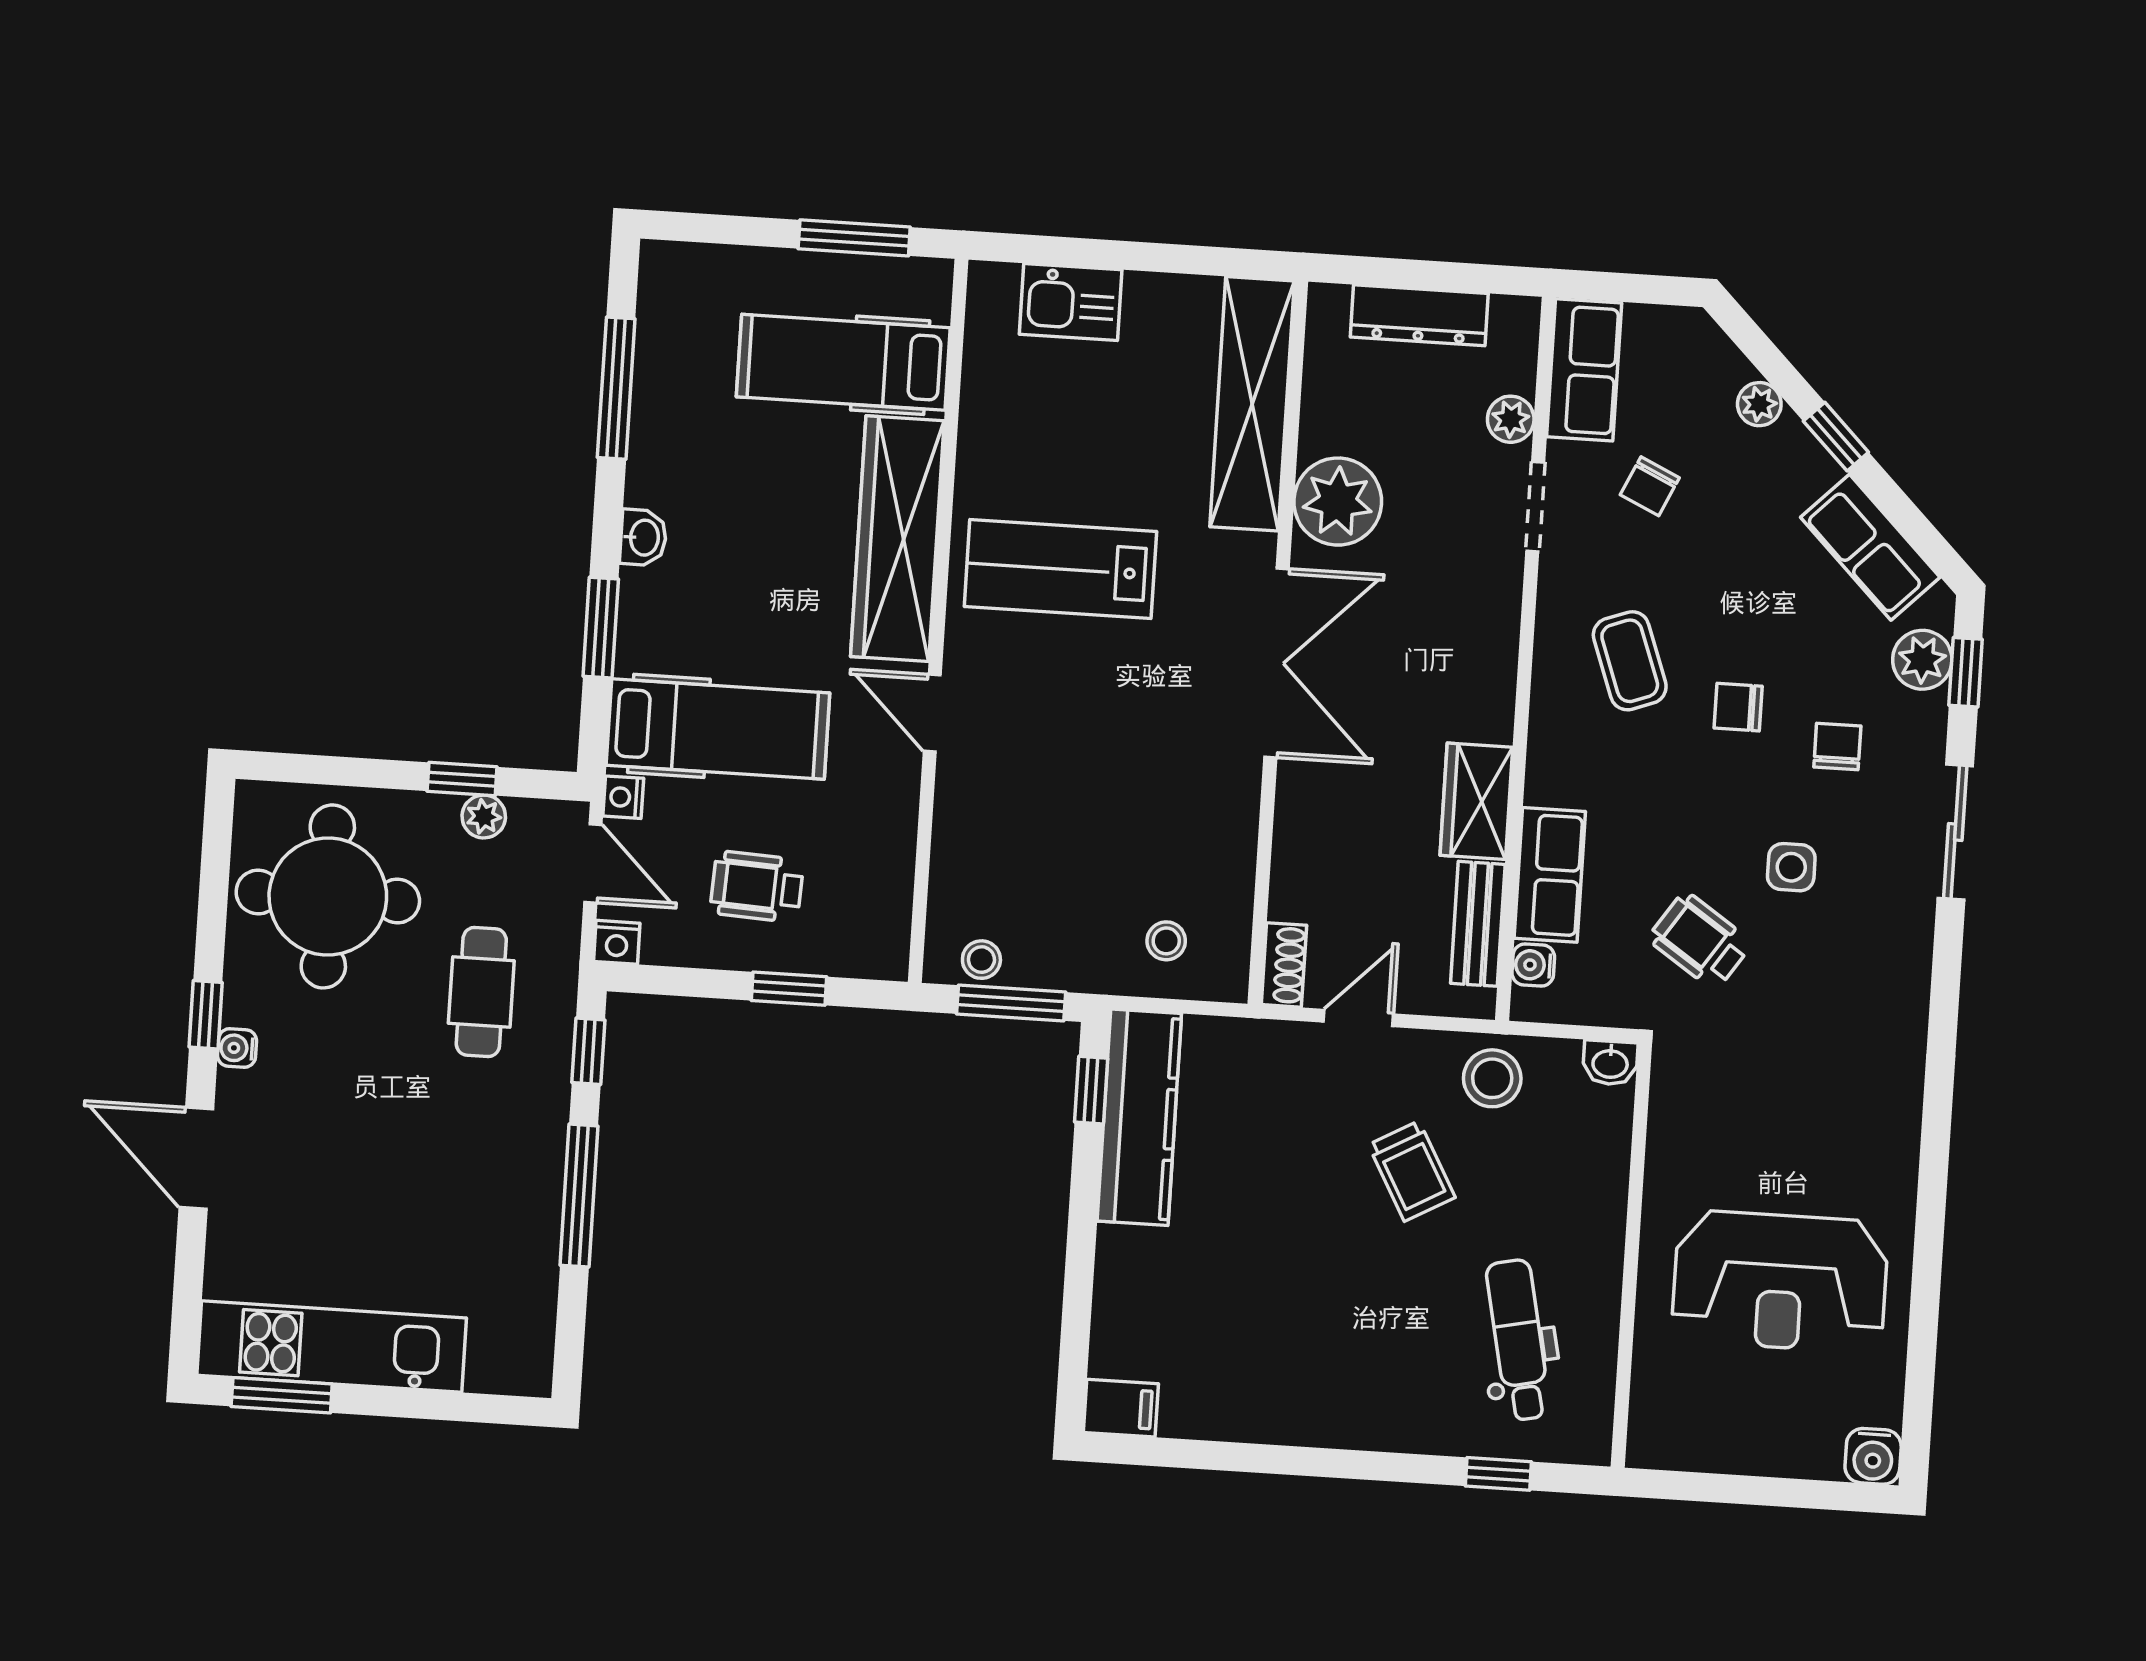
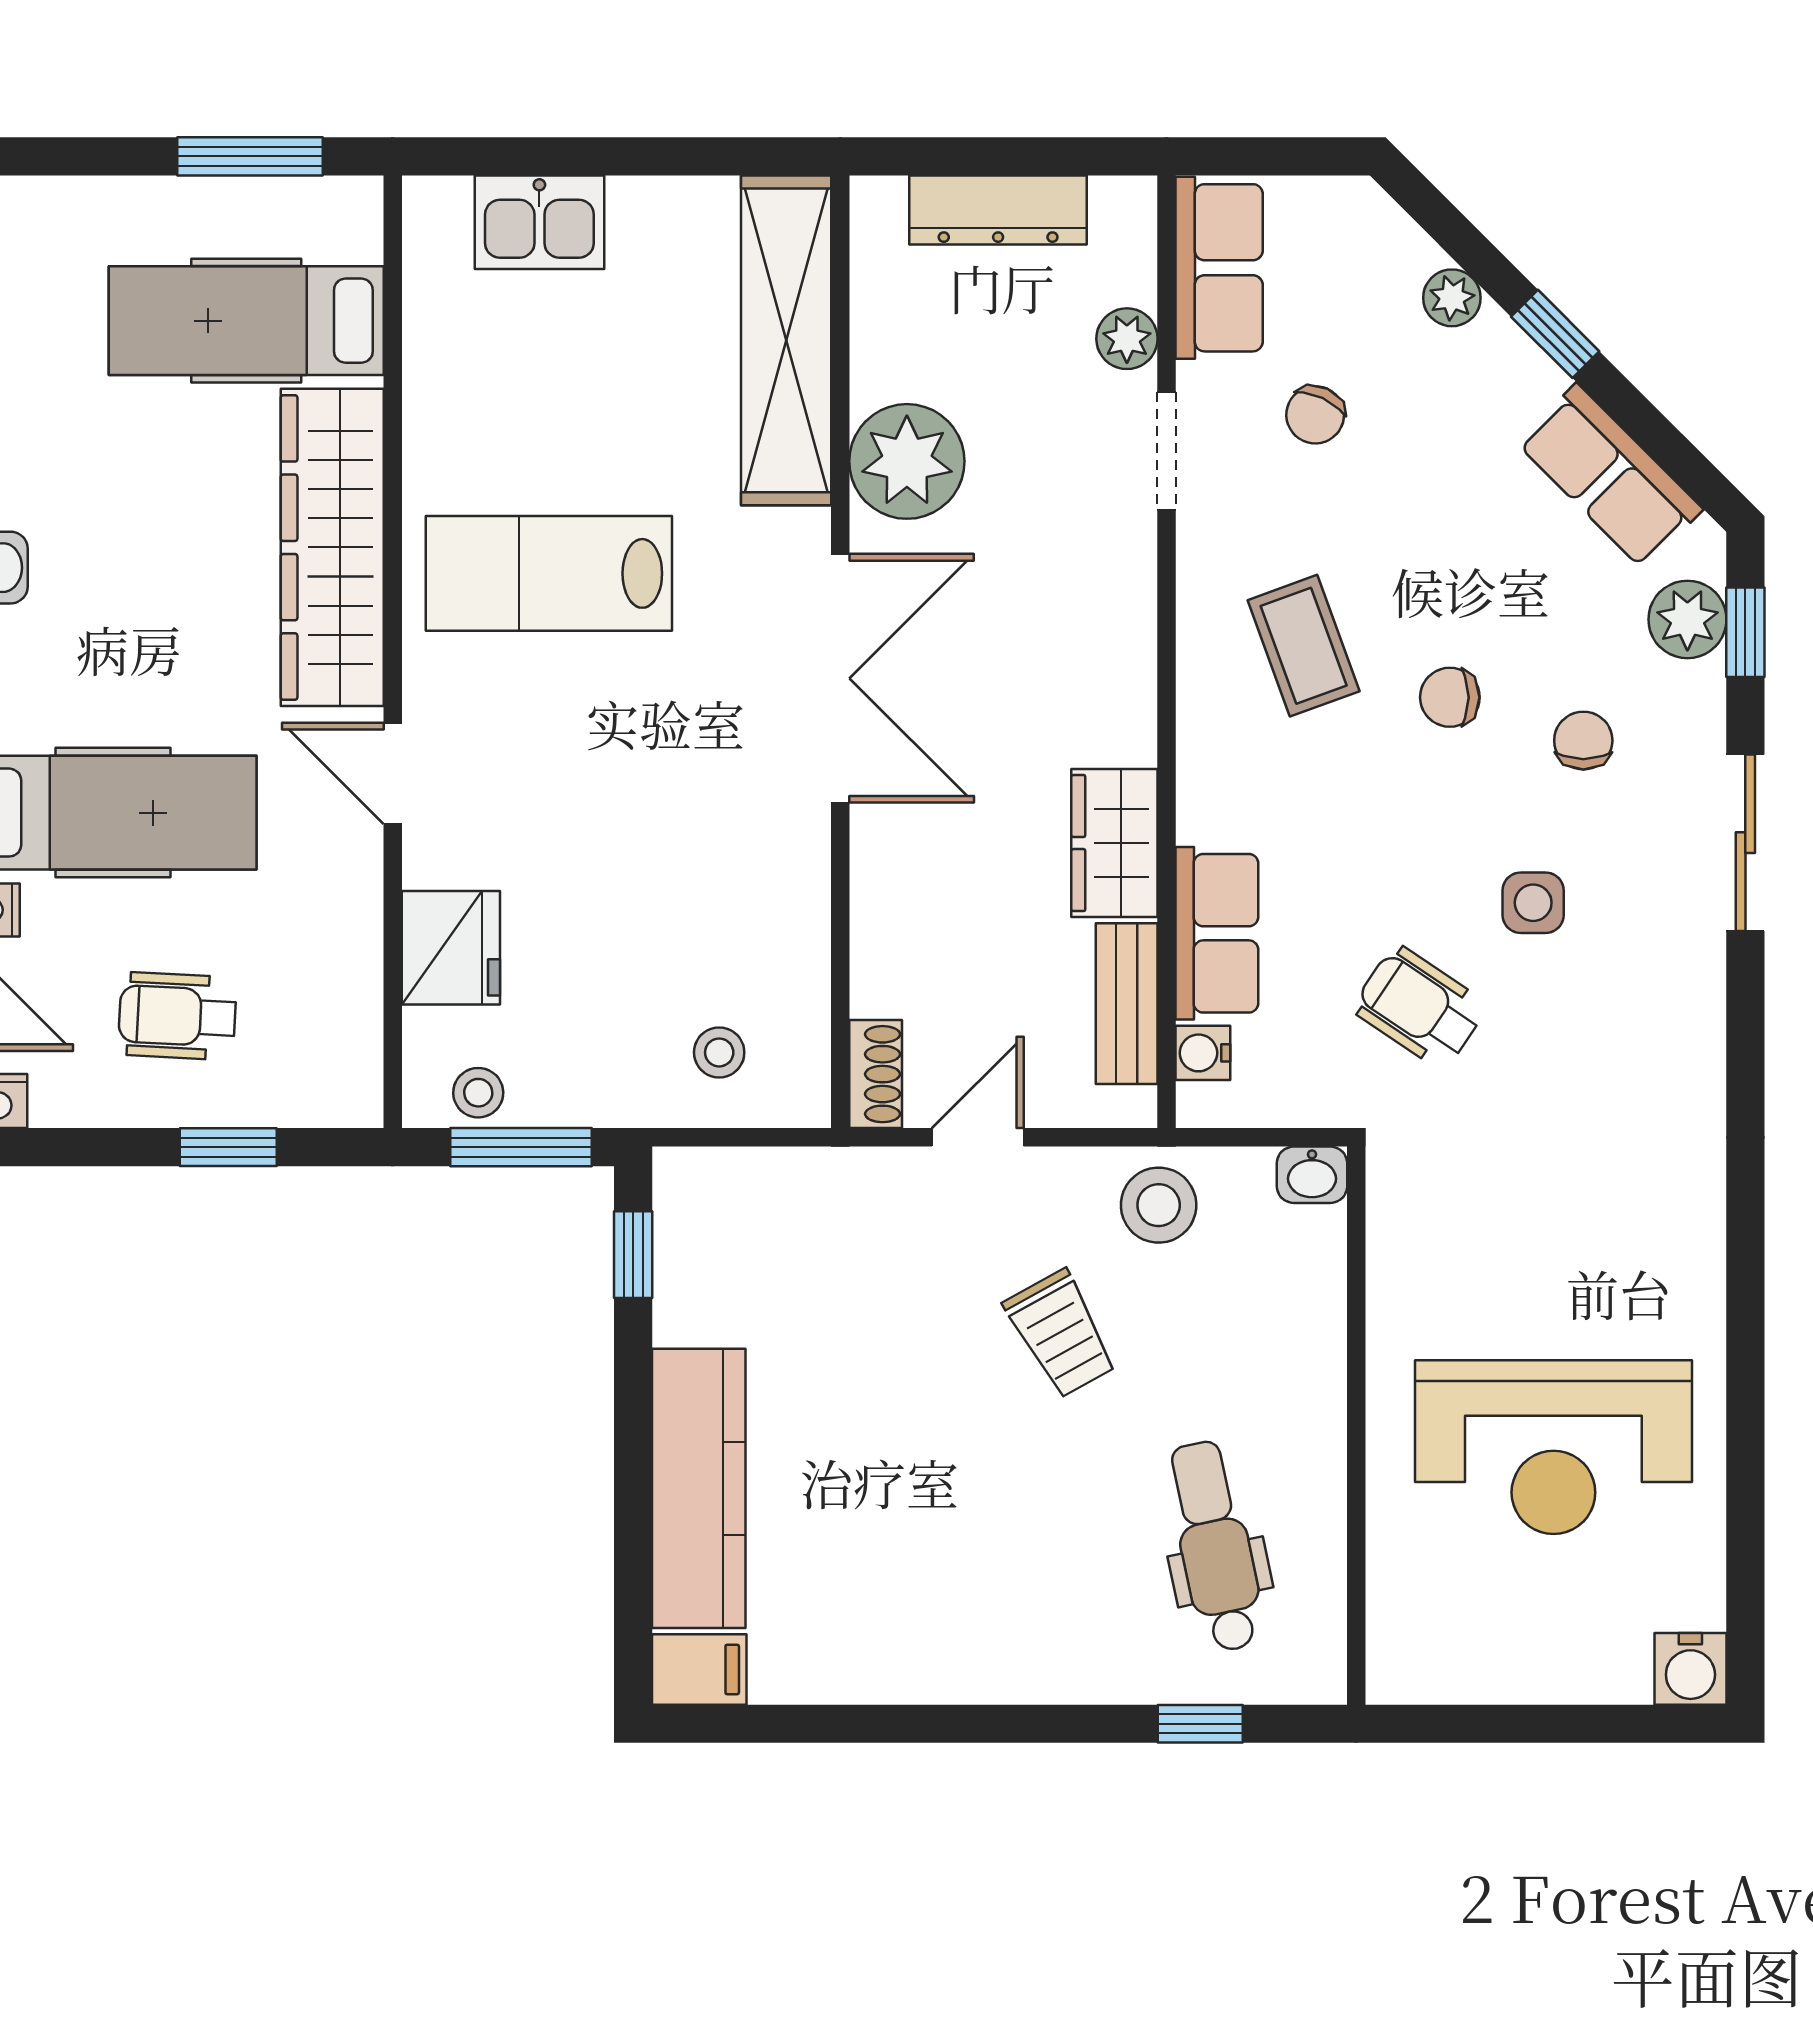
fridge: (968, 848) -> (451, 948), added
kitchen counter: (1139, 1117) -> (699, 1488), moved

